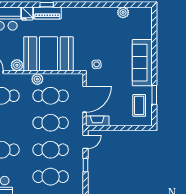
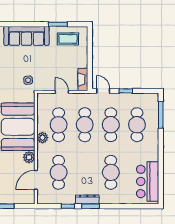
door: (84, 99) -> (62, 92), width x0.53

